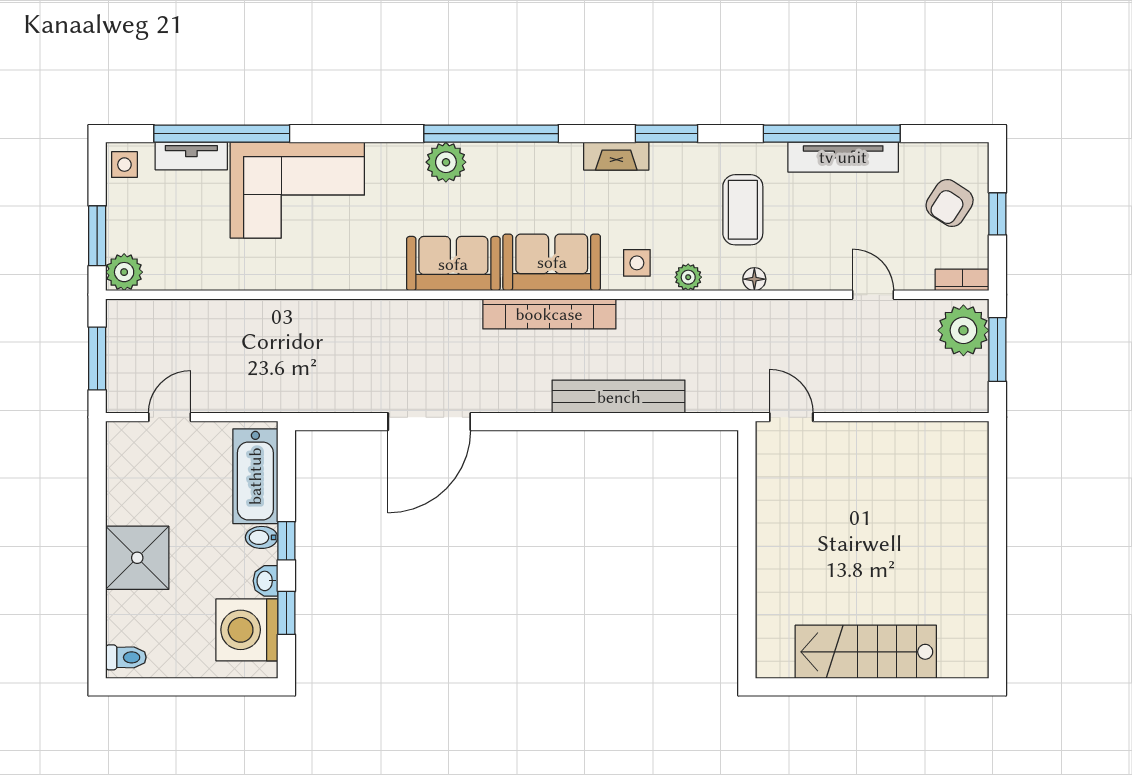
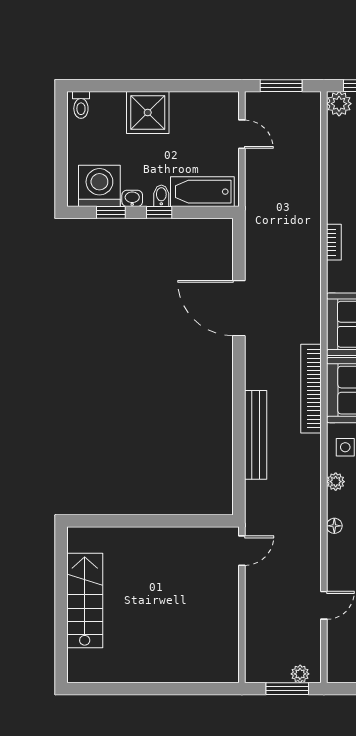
bookcase: (962, 280) -> (334, 242), moved
plant: (963, 330) -> (300, 674), width x0.53, depth x0.53

